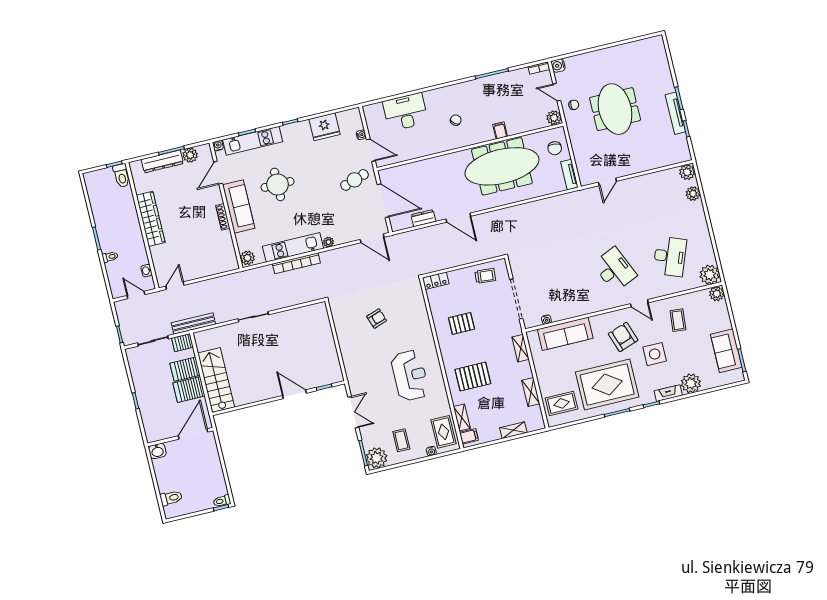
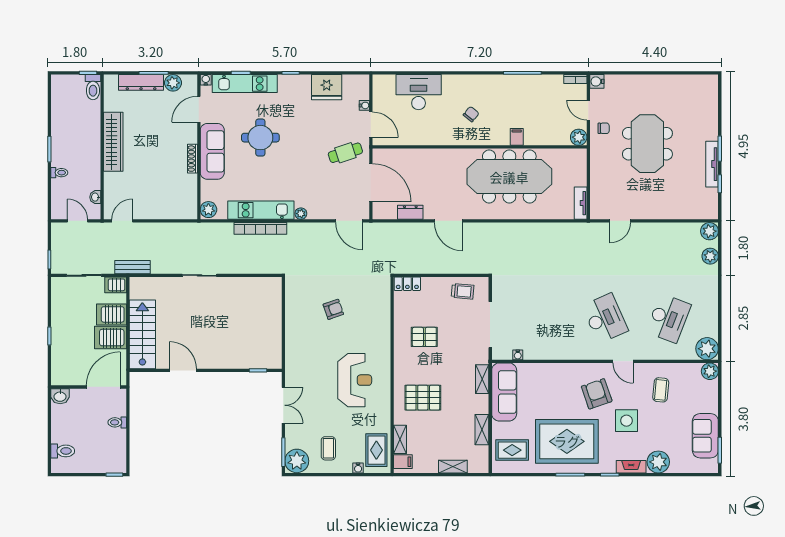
chair: (555, 148) -> (571, 171), removed
bench: (193, 324) -> (133, 267), width x0.73
sofa: (565, 334) -> (504, 392), moved, turned -90
door: (294, 394) -> (183, 370), moved
toilet: (222, 501) -> (117, 422), moved

